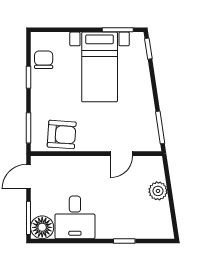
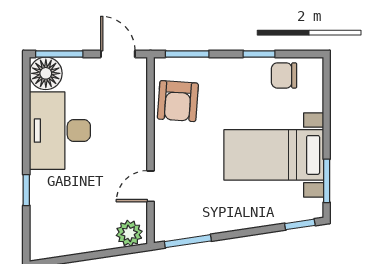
chair: (44, 60) -> (284, 75), turned 180
door: (121, 154) -> (151, 186), hinge flipped
plant: (158, 191) -> (129, 233), moved
desk: (75, 217) -> (60, 131), width x1.37

